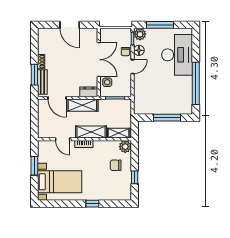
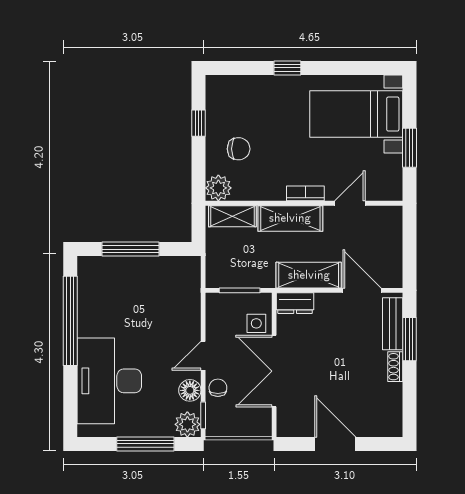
door: (63, 139) -> (350, 203), hinge flipped

